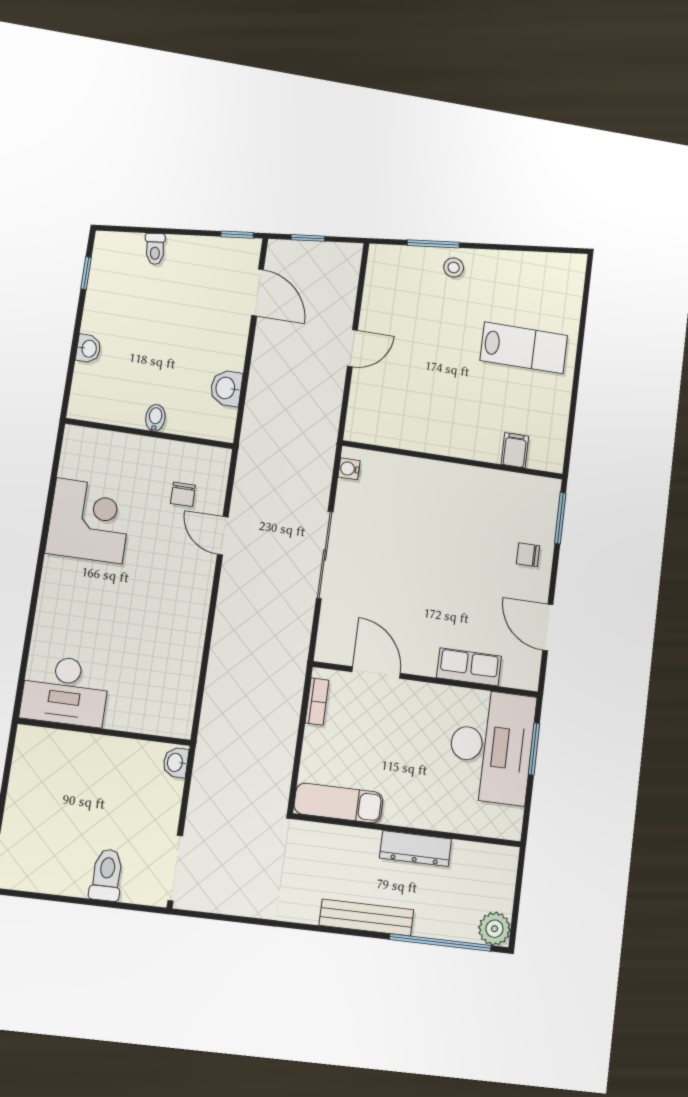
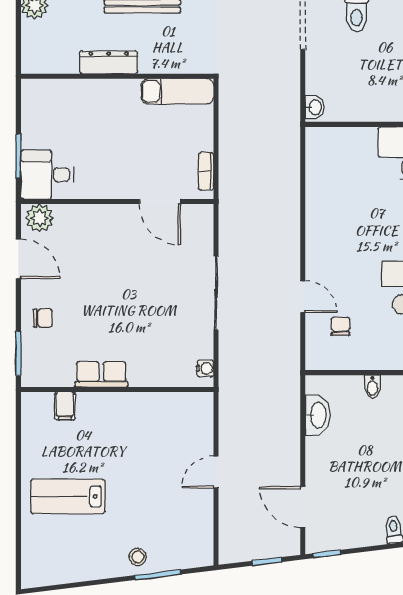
washbasin: (226, 388) -> (318, 415), width x1.38
row of seats: (469, 667) -> (101, 374), moved, turned 180
plant: (518, 672) -> (39, 218), added
desk: (491, 746) -> (47, 175), width x0.53, depth x0.77

